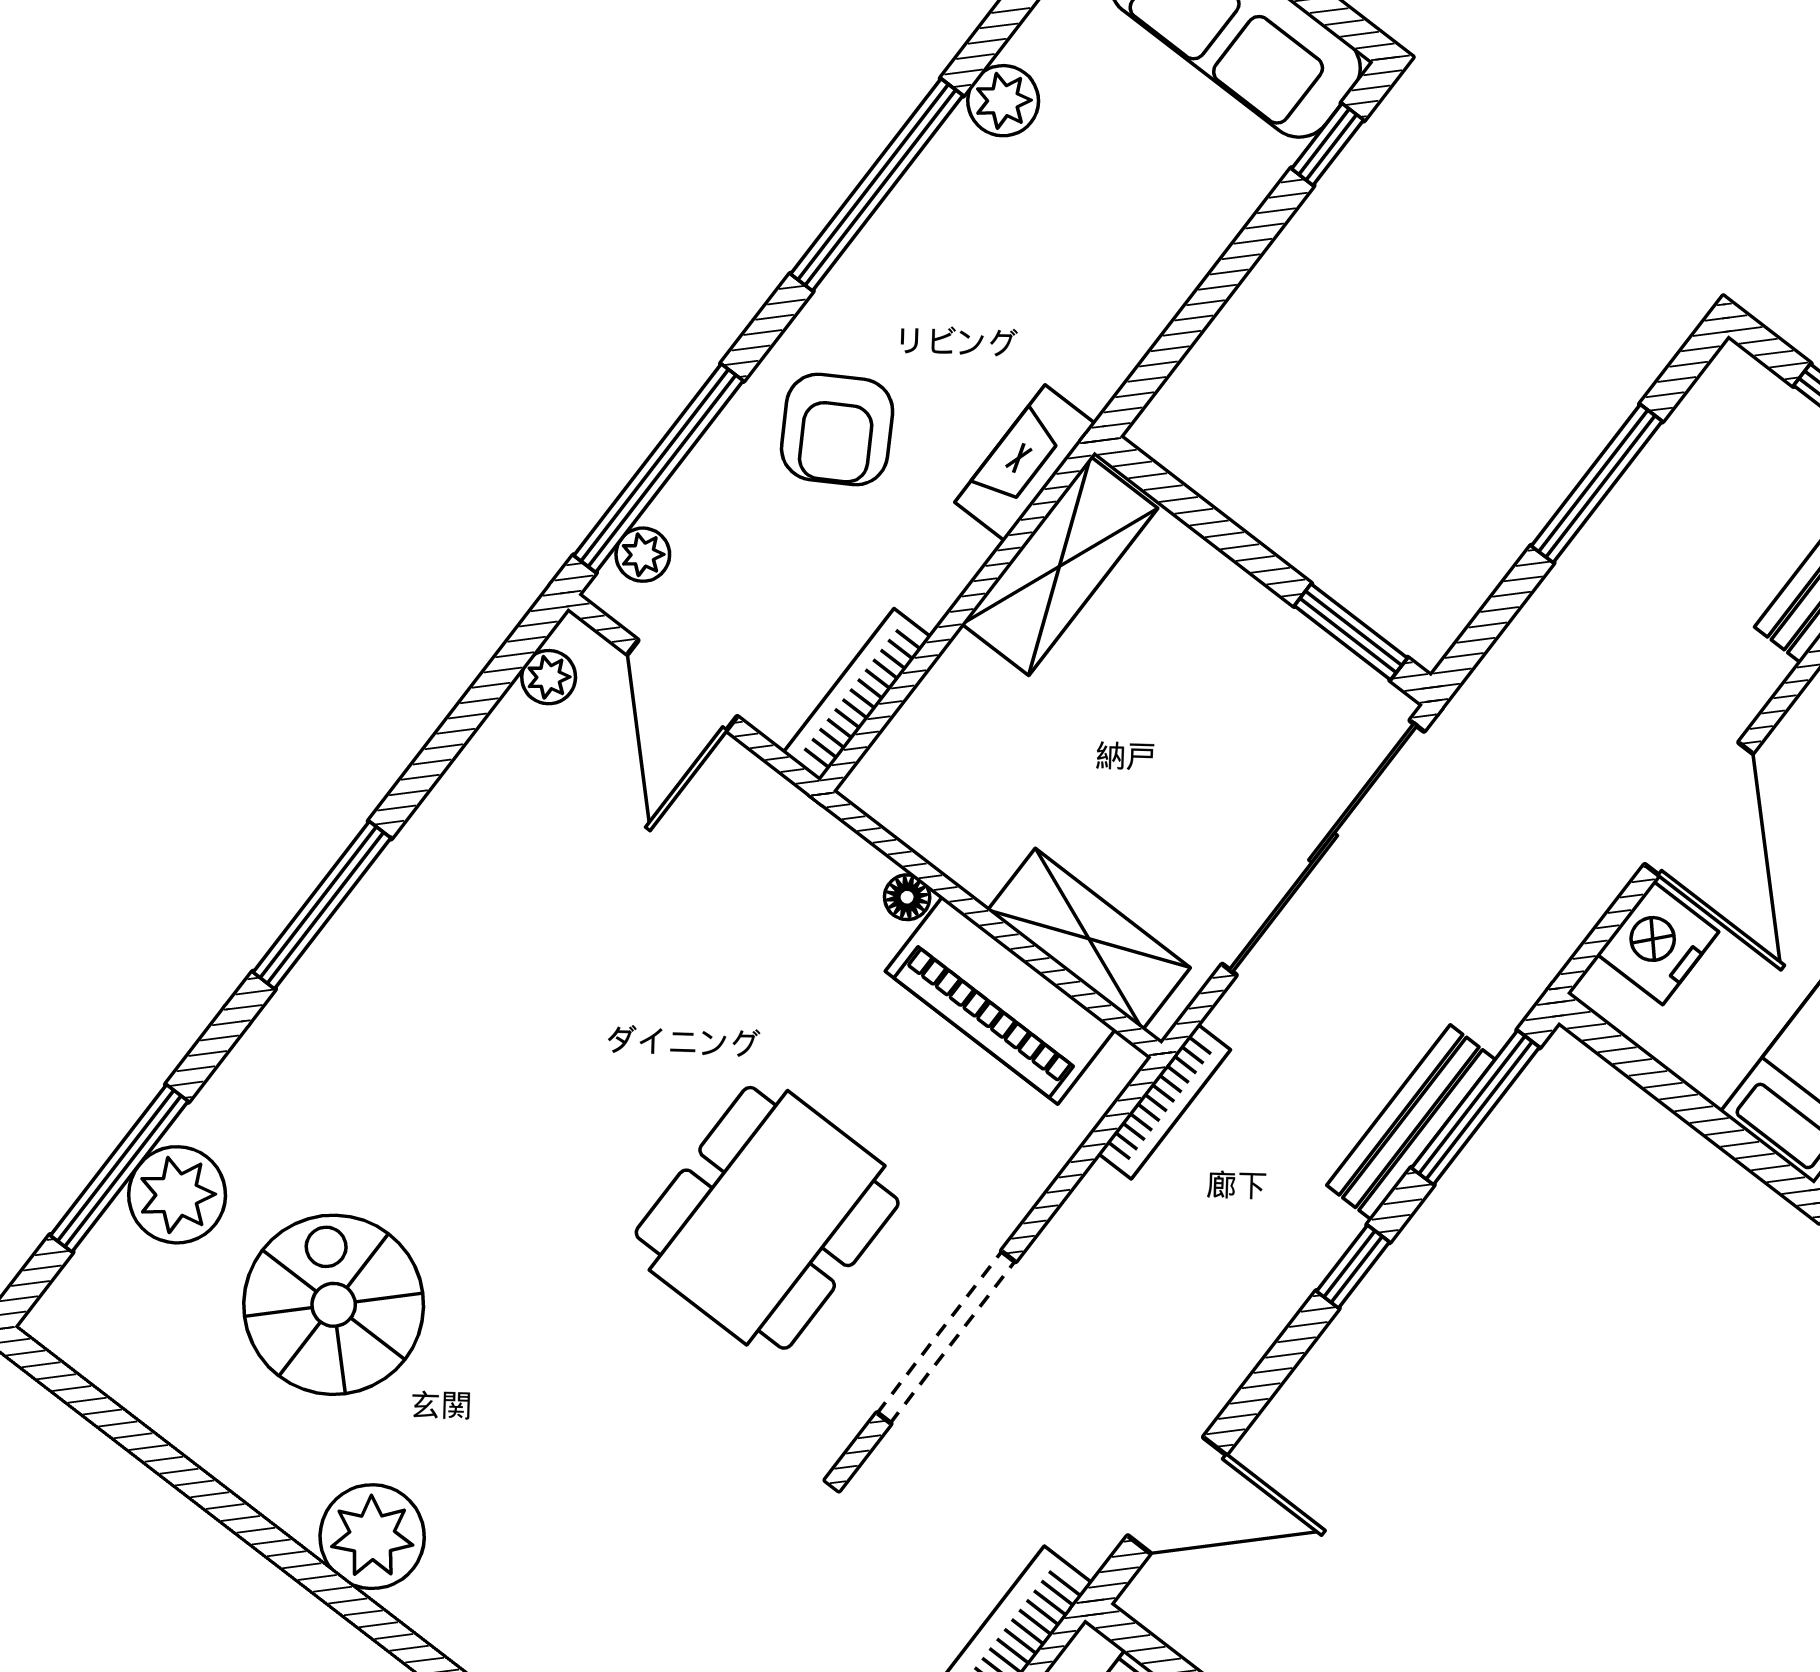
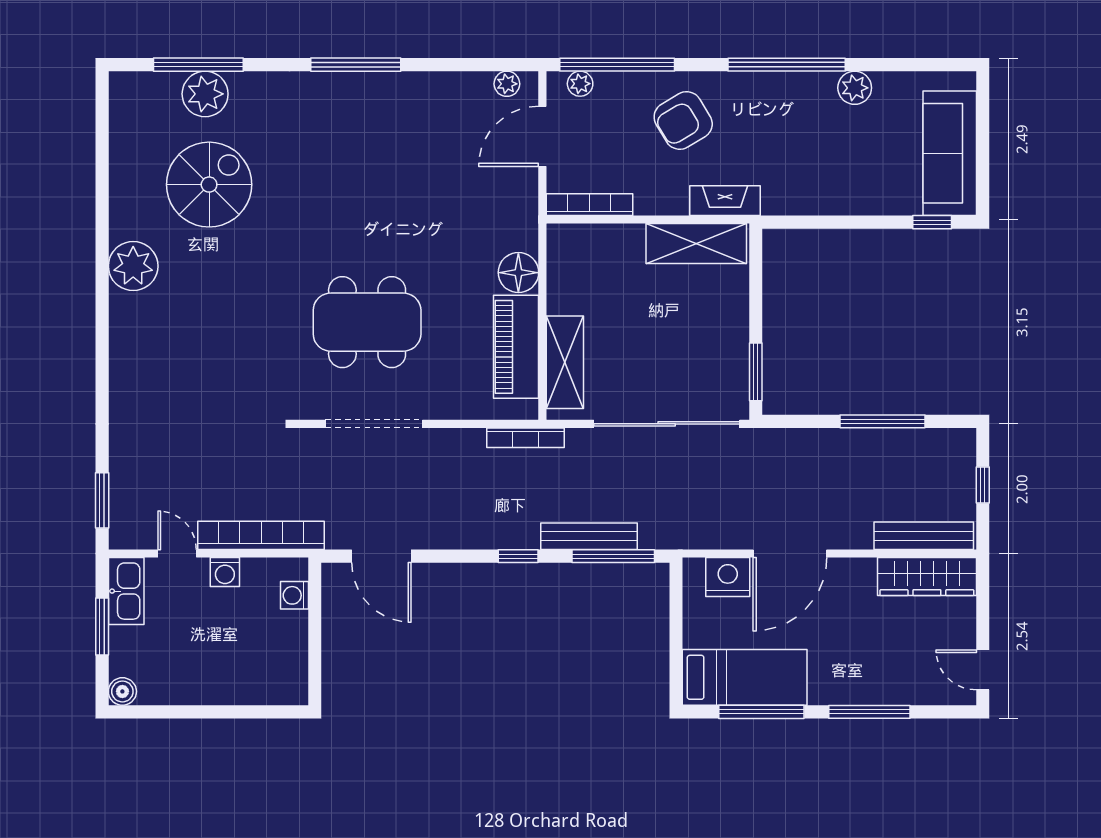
floor lamp: (907, 897) -> (518, 273), width x1.89, depth x1.89

